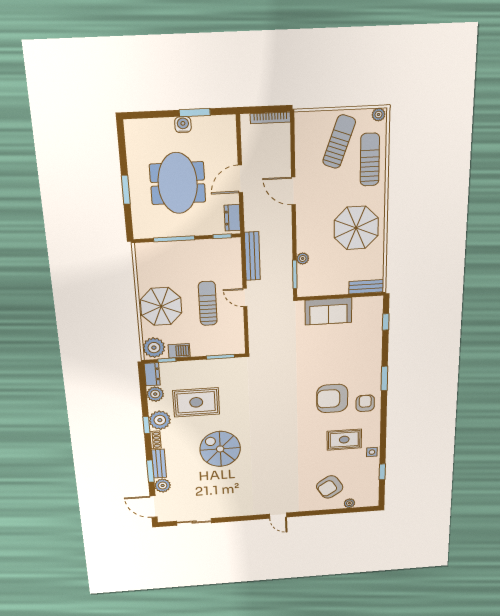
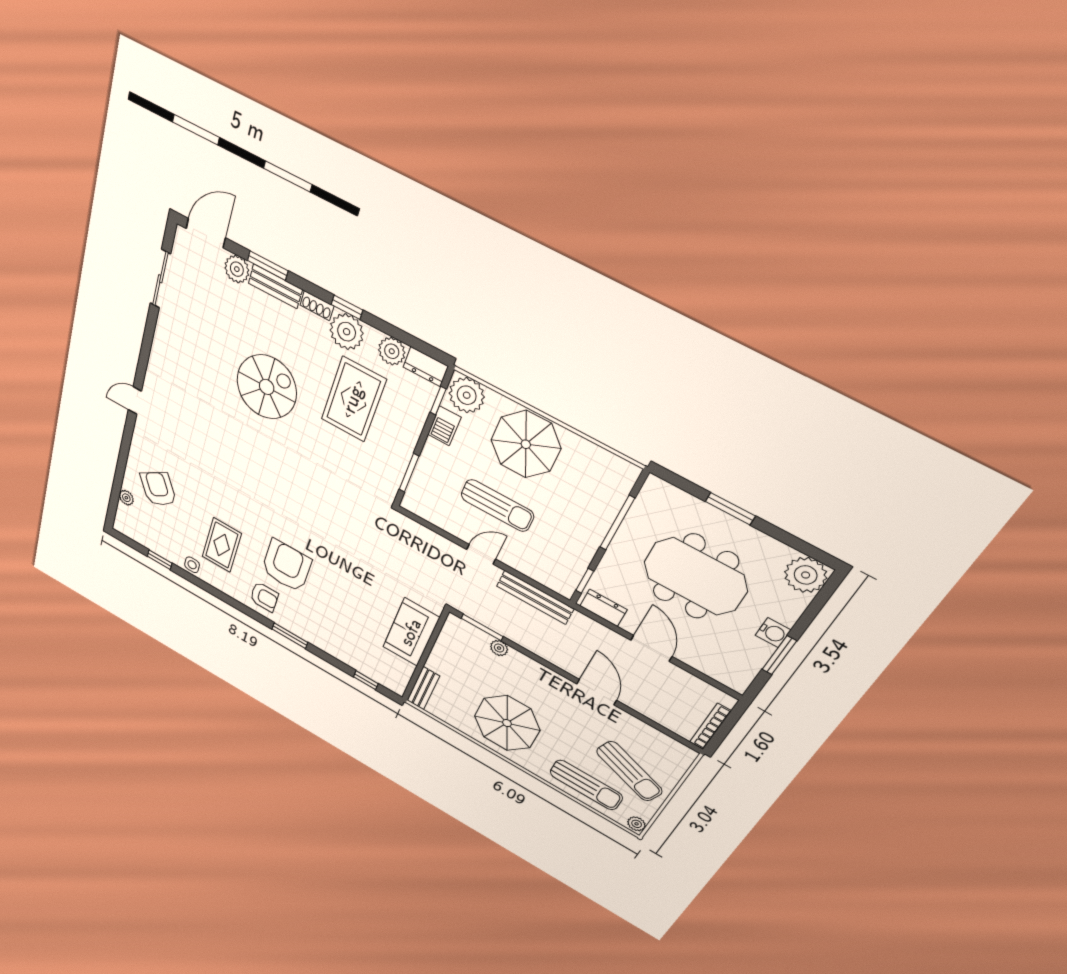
plant: (137, 131) -> (806, 575), added
door: (293, 191) -> (597, 692), hinge flipped

